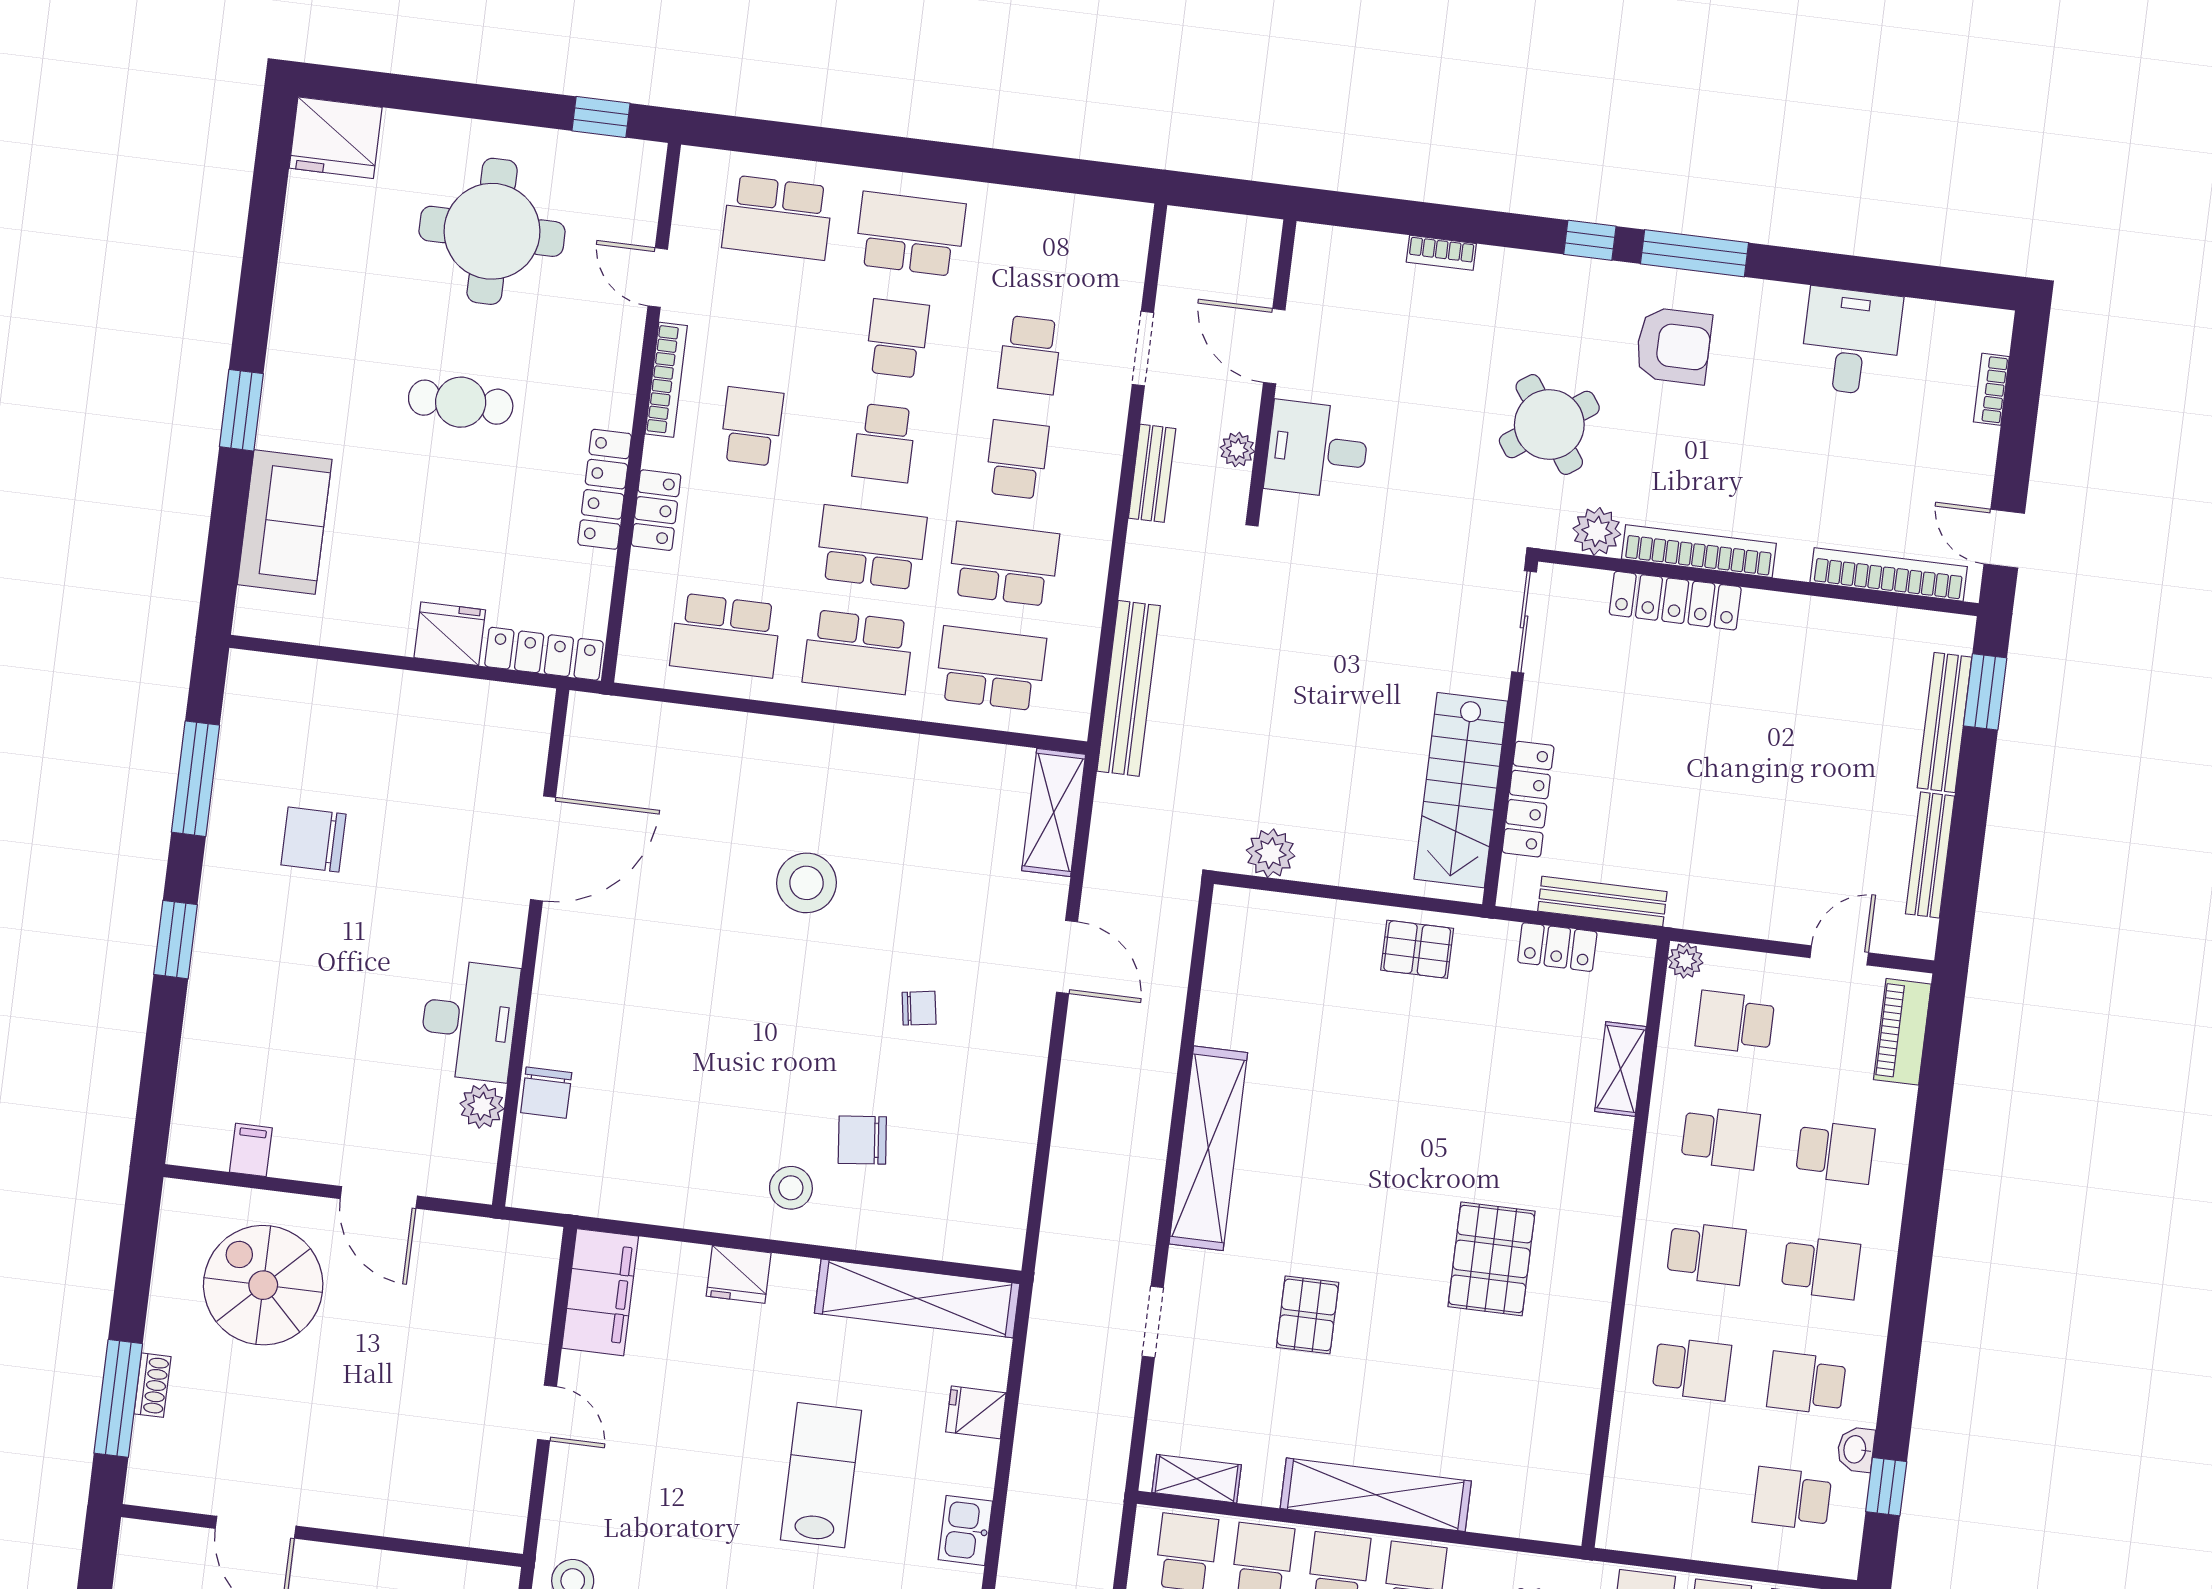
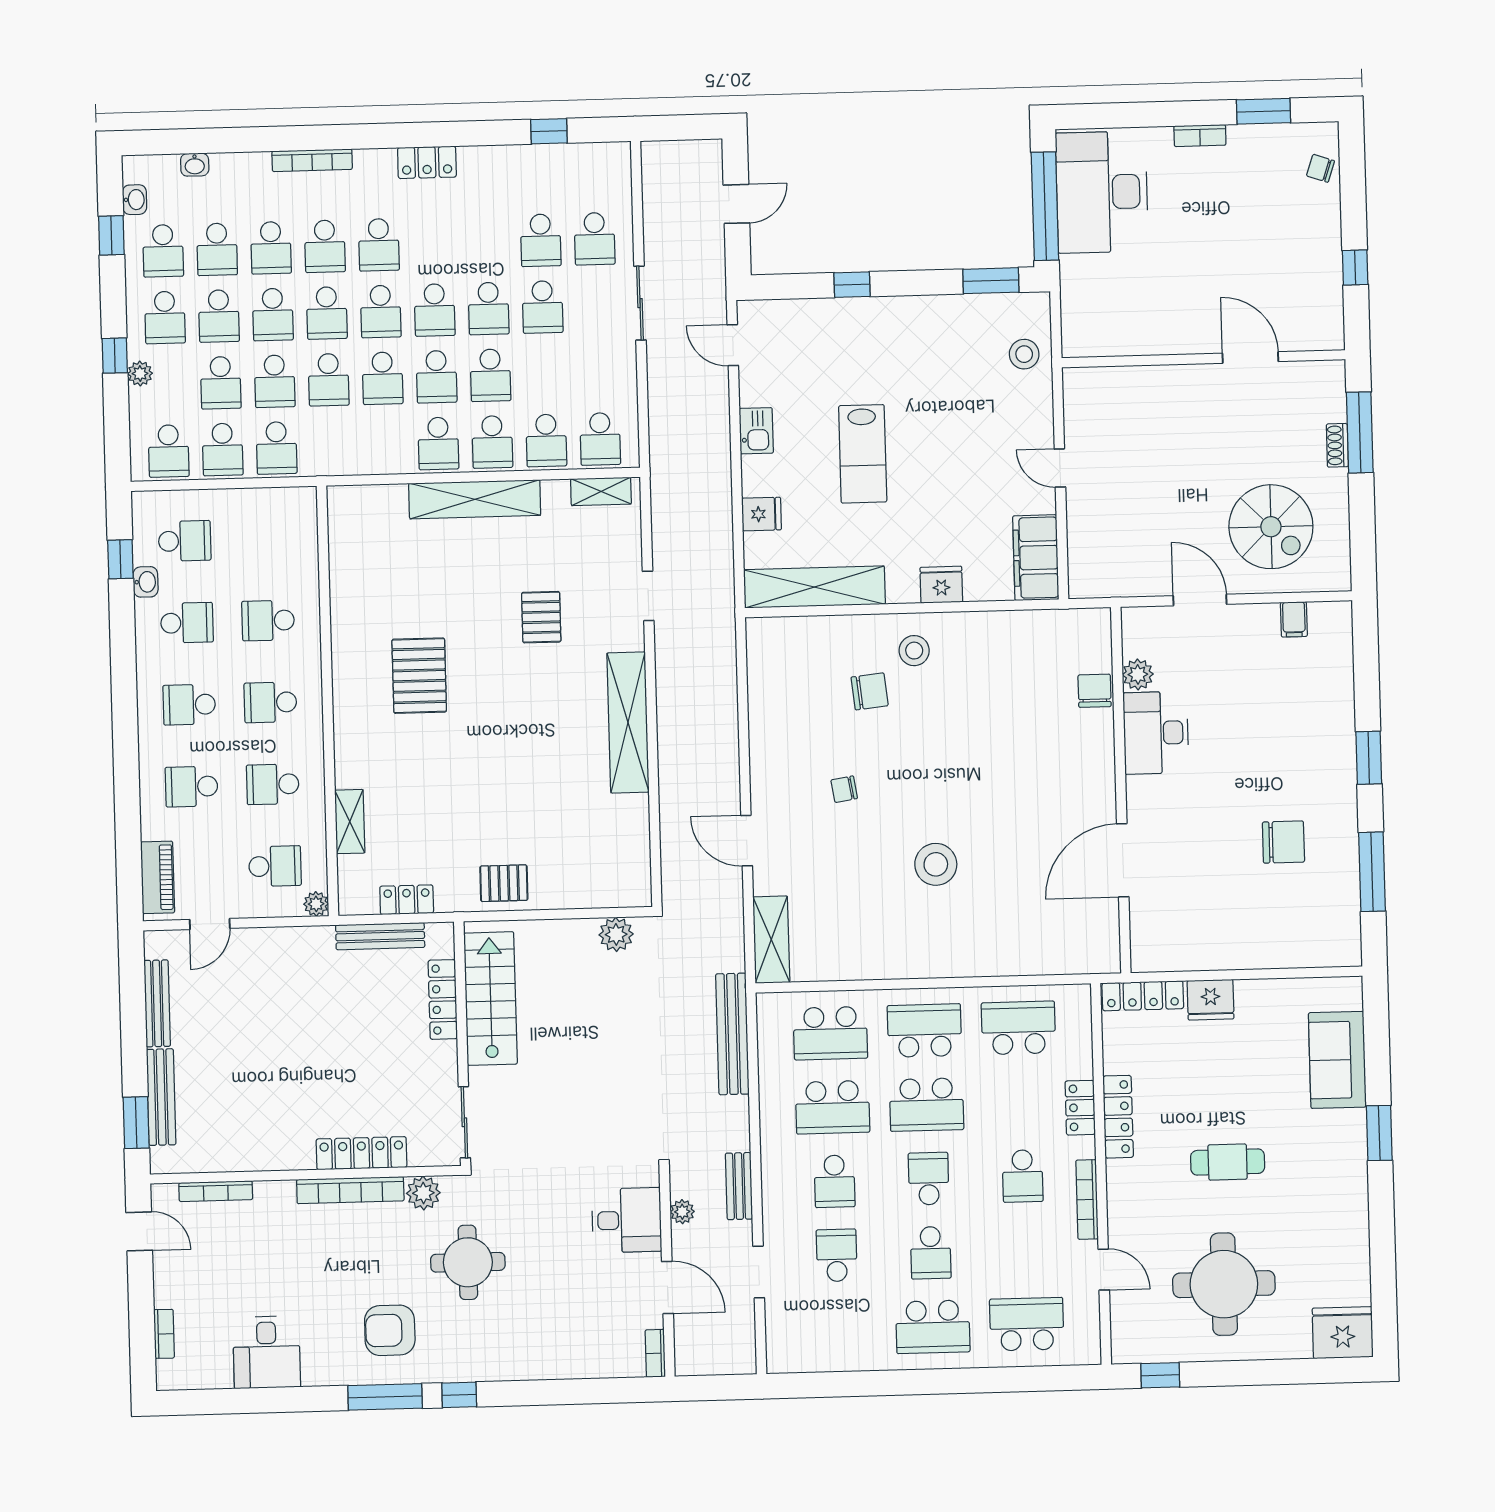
bookcase: (1441, 253) -> (655, 1353), moved, turned -90
round table: (1549, 425) -> (468, 1262), turned 35
bookcase: (1889, 574) -> (216, 1191), width x0.68, depth x0.76

